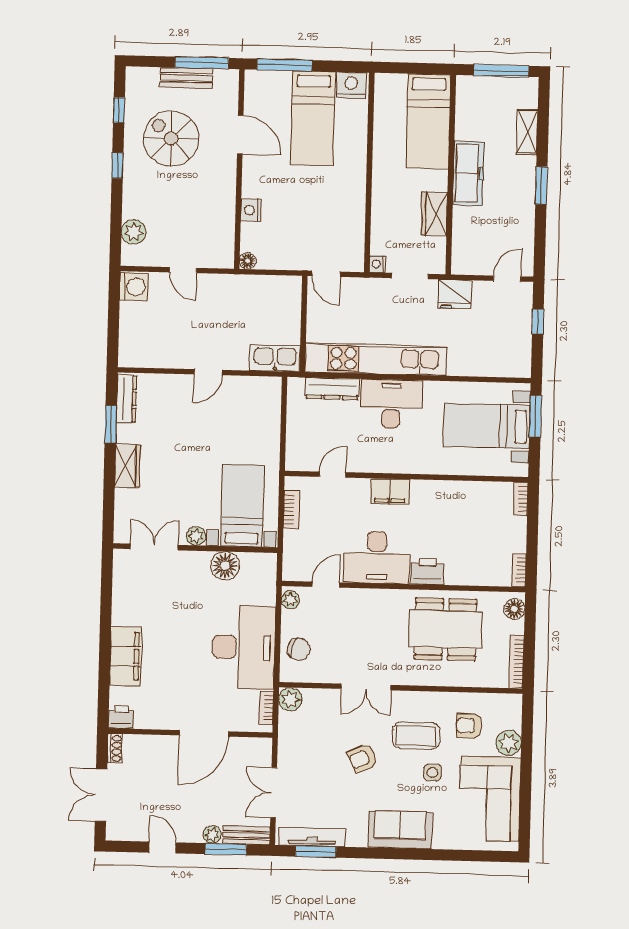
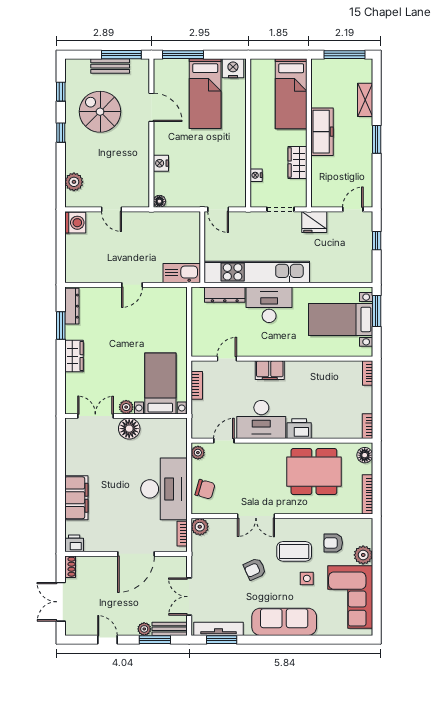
nightstand: (377, 264) -> (256, 175), moved
floor lamp: (225, 566) -> (129, 429), moved
sofa: (400, 830) -> (284, 622), width x1.36

